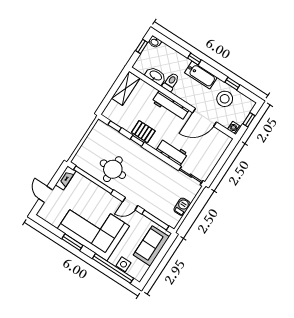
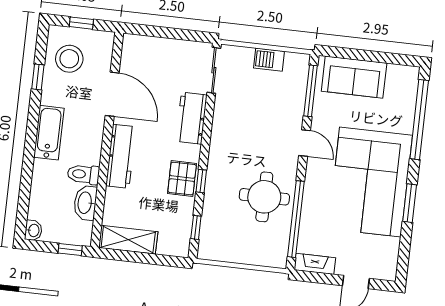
window: (142, 46) -> (70, 249), moved
window: (194, 59) -> (29, 155), removed
stool: (225, 99) -> (69, 59), moved
washing machine: (234, 128) -> (106, 40), removed
side table: (124, 264) -> (404, 106), removed

